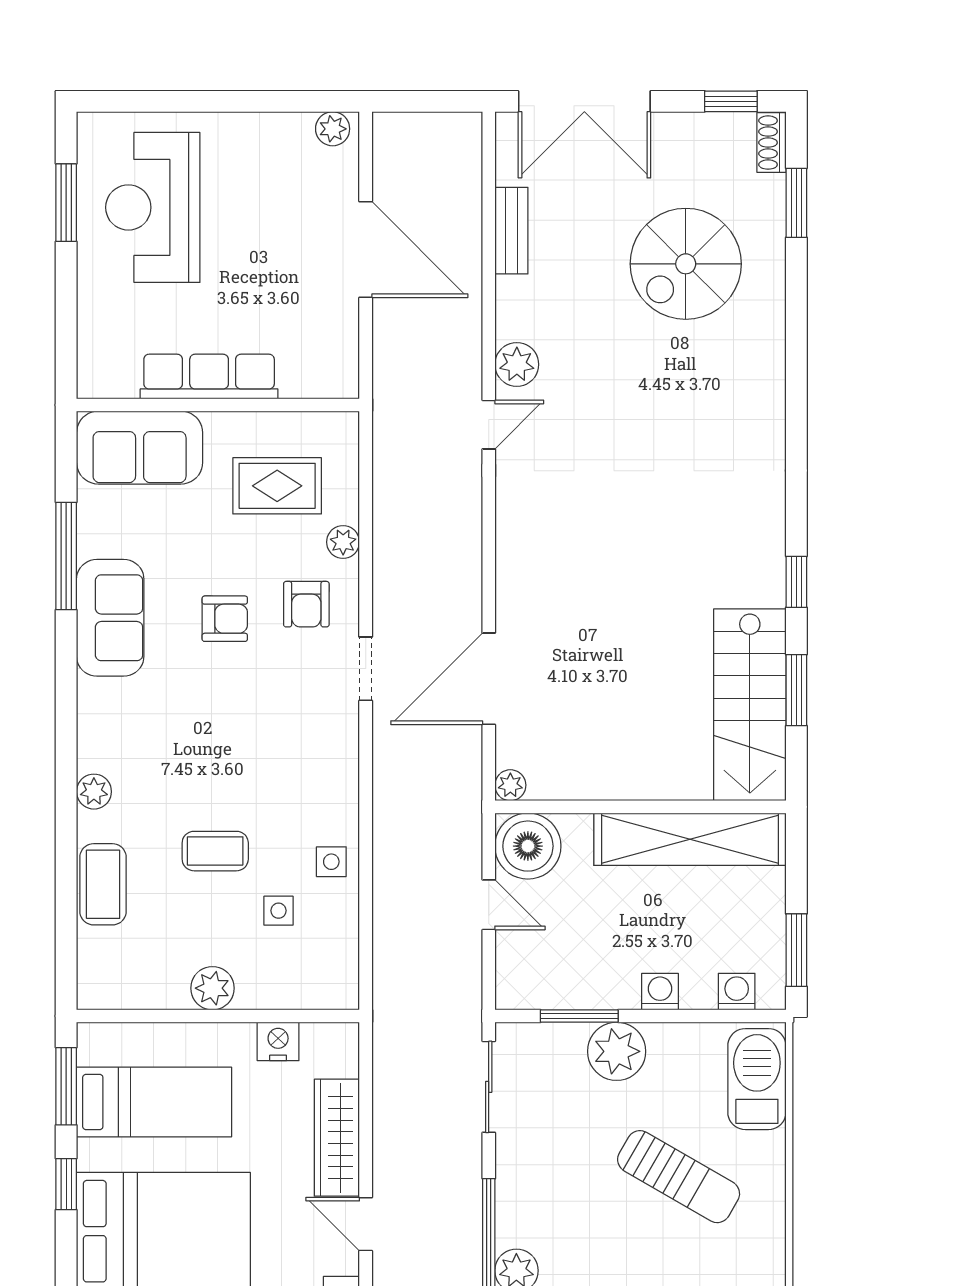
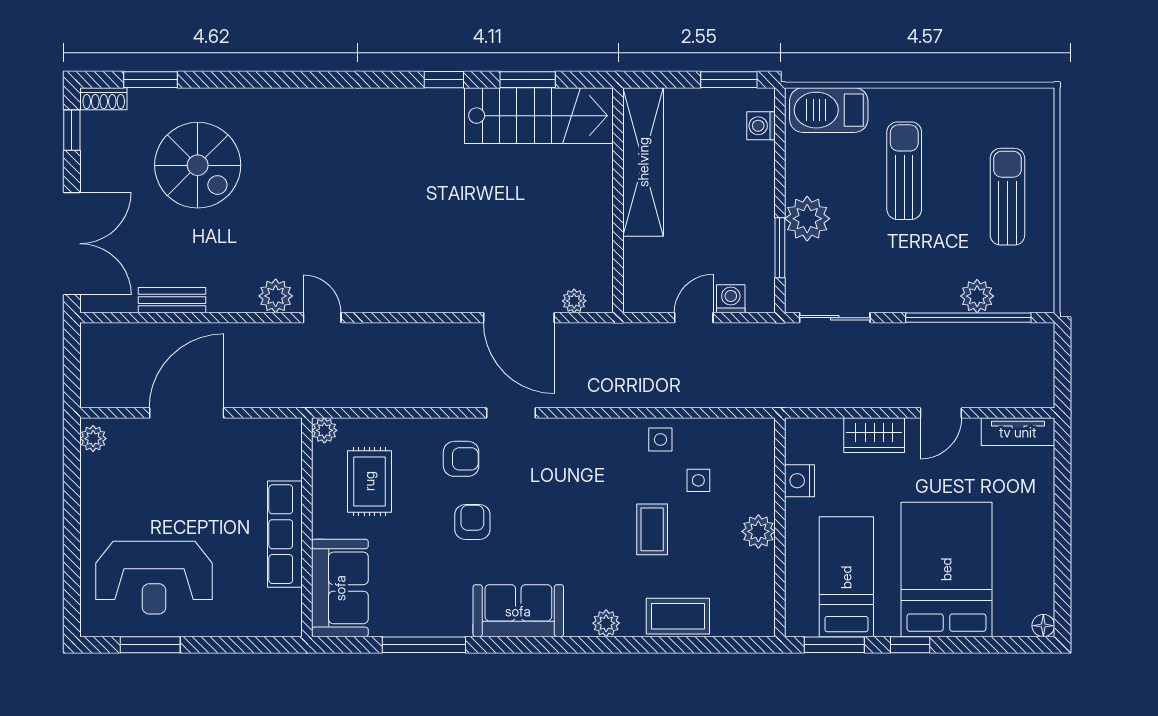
plant: (343, 542) -> (324, 430), moved
sofa: (110, 618) -> (518, 611), moved
plant: (510, 785) -> (574, 301), moved
boiler: (528, 846) -> (648, 287), removed
washing machine: (660, 992) -> (731, 299), moved, turned 90
wardrobe: (337, 1138) -> (874, 435), width x0.67
sun lounger: (679, 1177) -> (904, 171), turned -30

